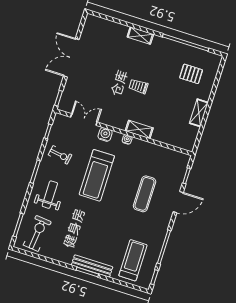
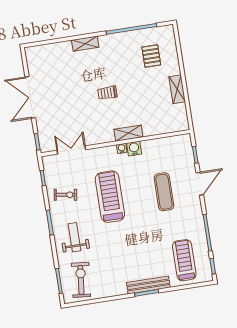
pallet: (191, 74) -> (151, 56), turned 90
water cooler: (105, 134) -> (134, 148), moved
treadmill: (97, 175) -> (110, 197), turned 180

